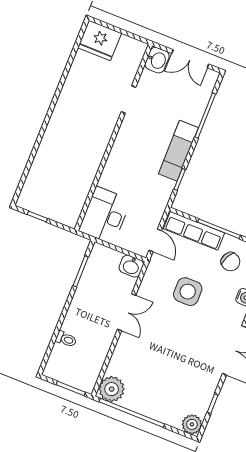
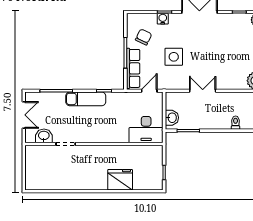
fridge: (100, 40) -> (120, 180), moved, turned -90
washbasin: (157, 60) -> (44, 136), moved
washbasin: (131, 266) -> (172, 118), moved

